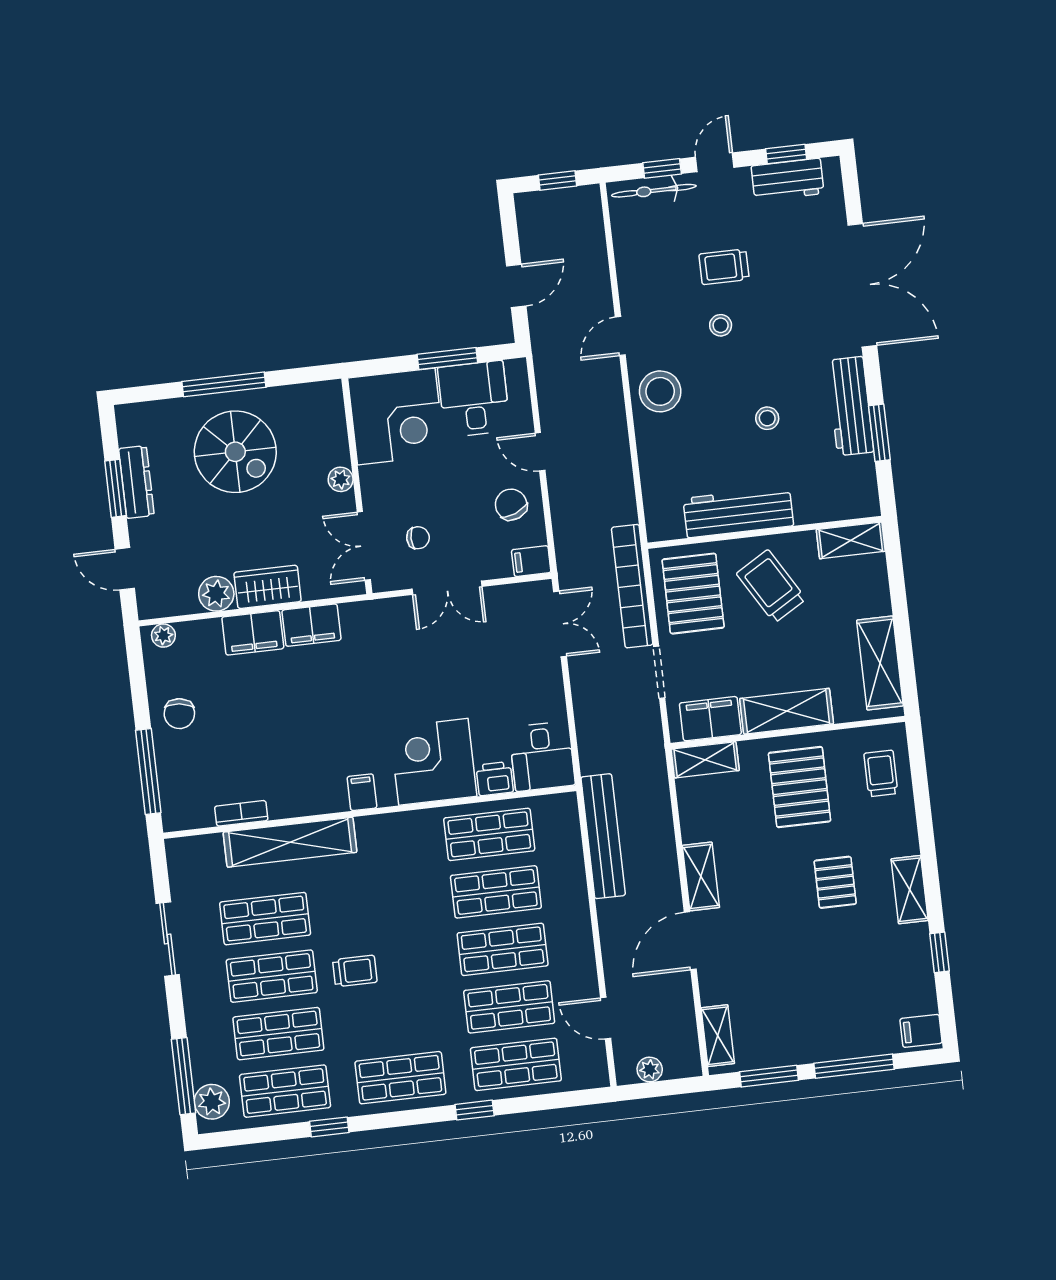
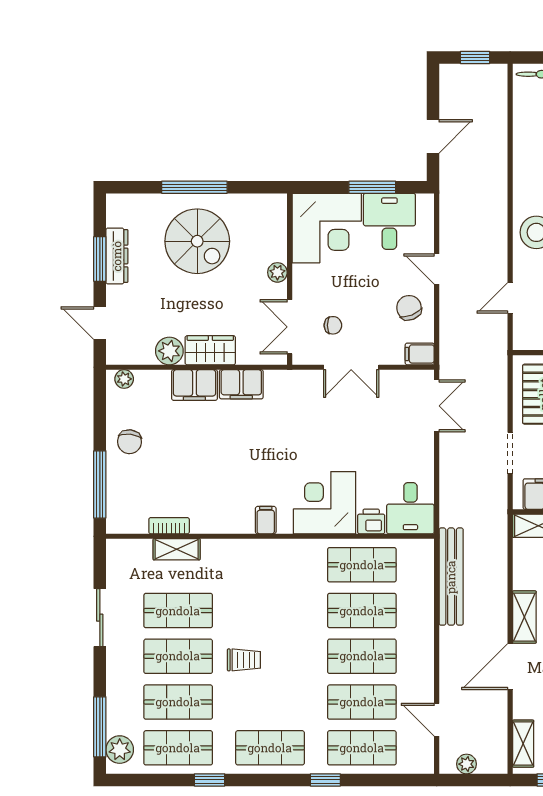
door: (620, 336) -> (510, 298), moved
bookcase: (632, 586) -> (497, 383), removed
shelving: (290, 842) -> (177, 549), width x0.45, depth x0.75

